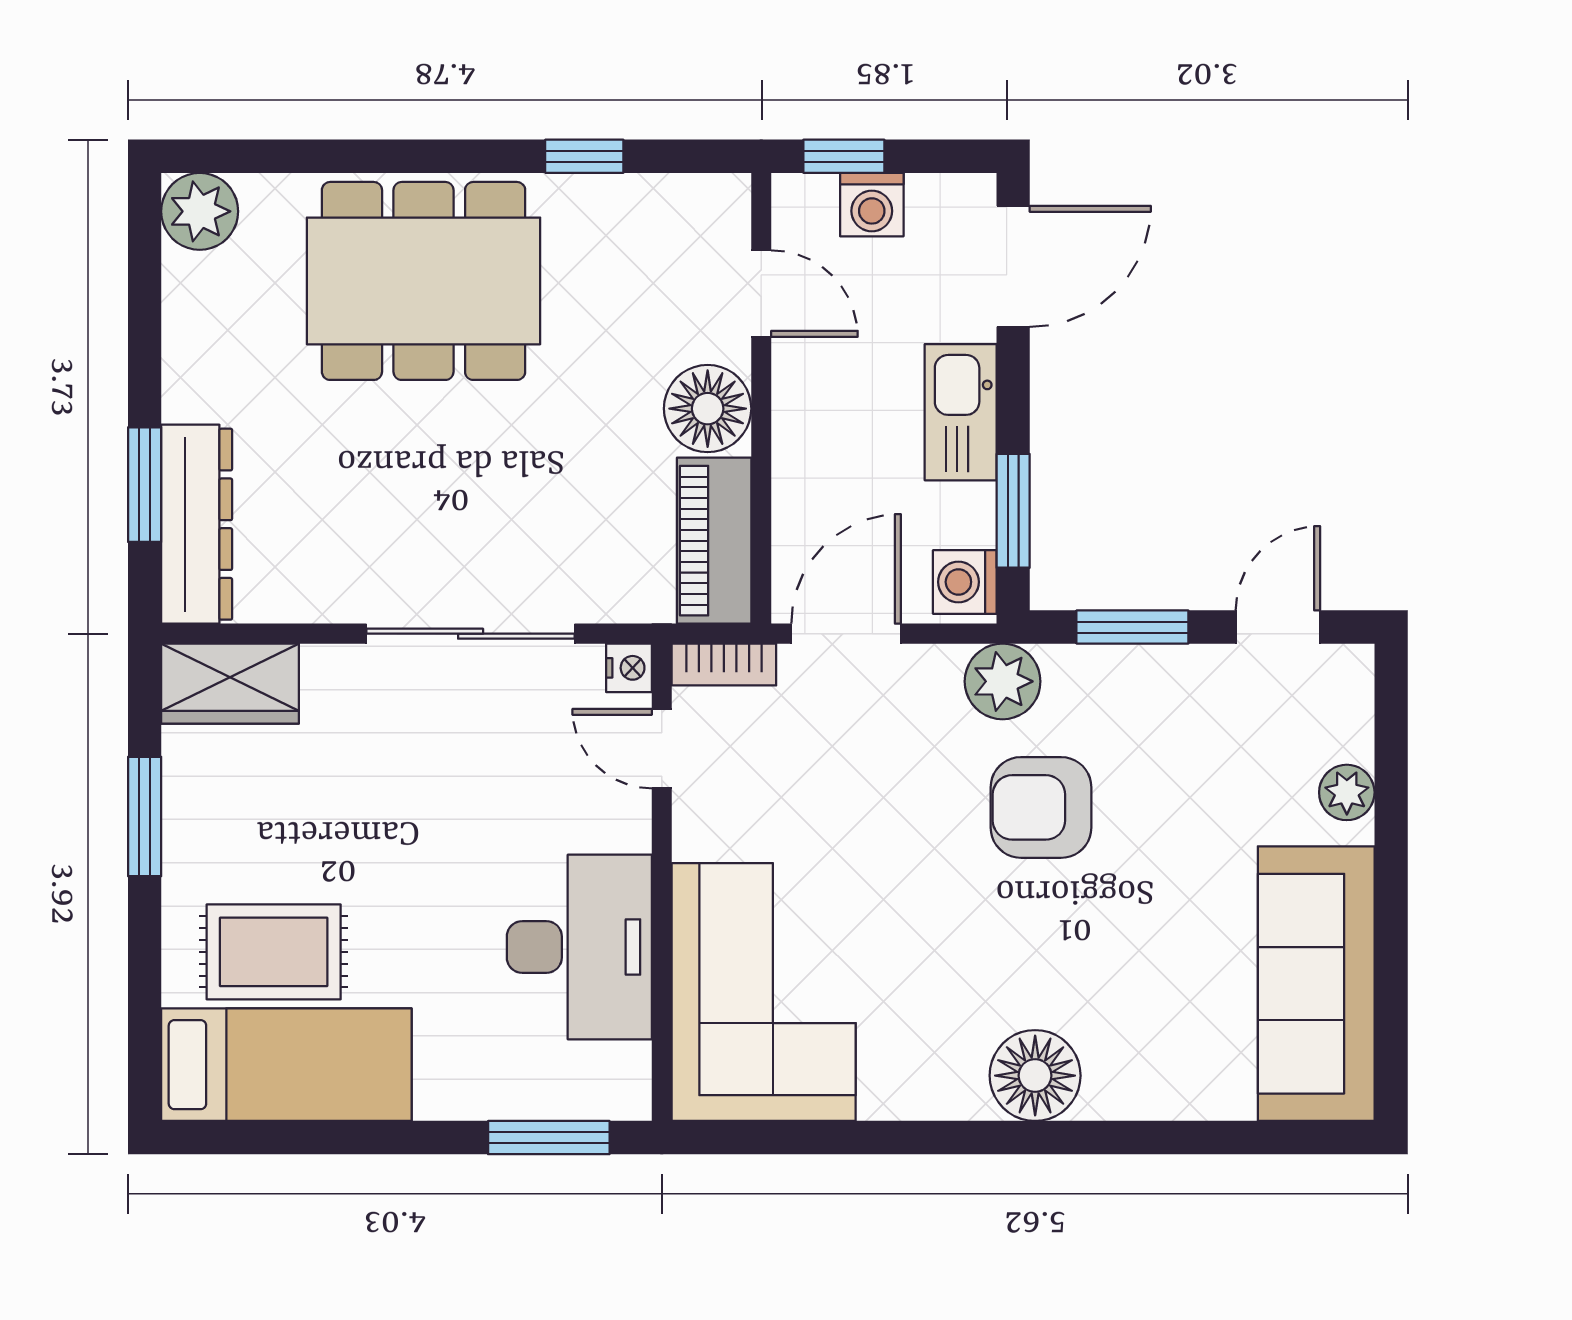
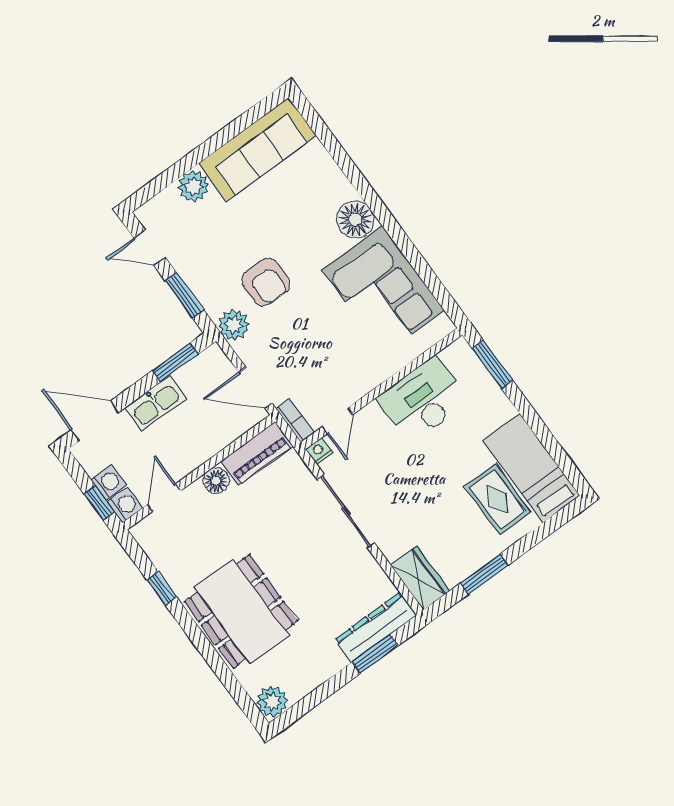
floor lamp: (708, 409) -> (216, 481), width x0.73, depth x0.73
washing machine: (965, 582) -> (125, 505), moved, turned -90
plant: (1347, 792) -> (193, 186), width x1.38, depth x1.38
corner sofa: (764, 992) -> (383, 290), moved, turned -90

